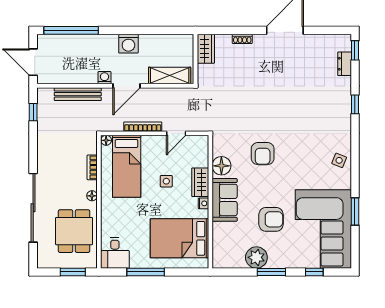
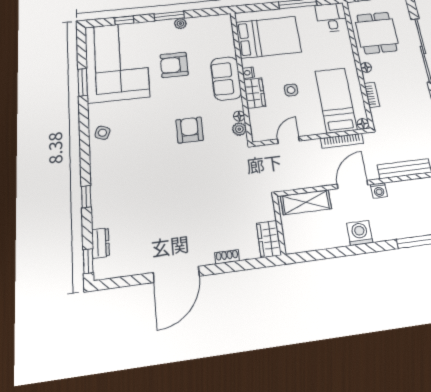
bookcase: (143, 127) -> (342, 141), moved
plant: (218, 149) -> (239, 129), added
floor lamp: (221, 166) -> (239, 116), width x0.53, depth x0.53
plant: (256, 257) -> (180, 24), width x0.53, depth x0.53

